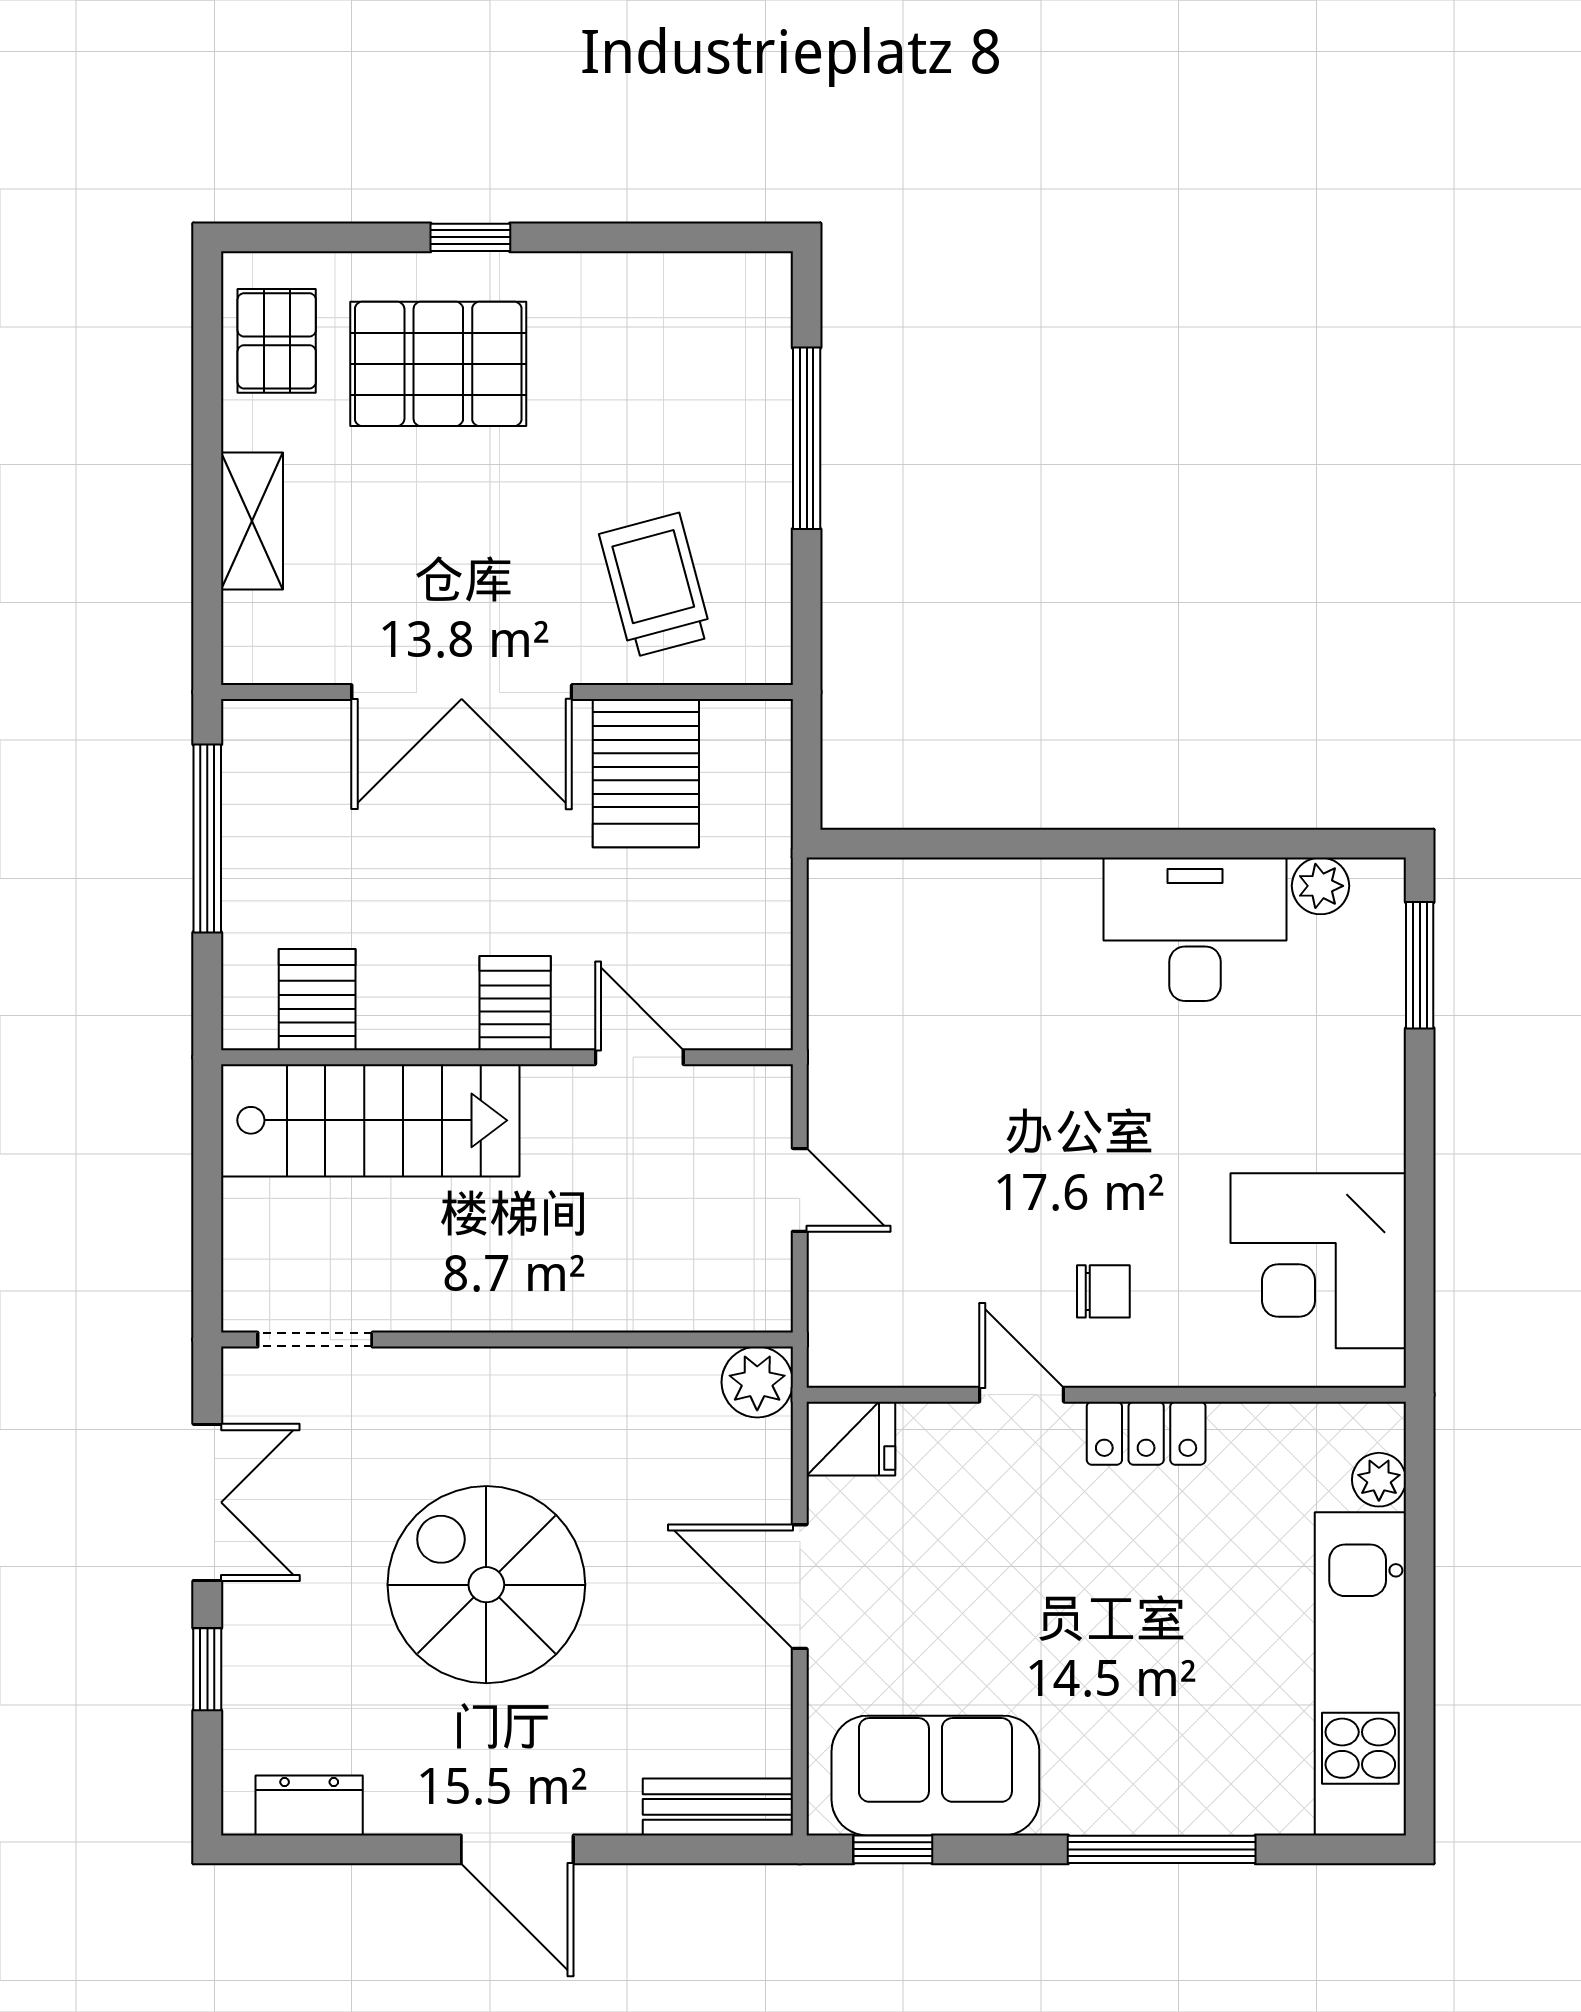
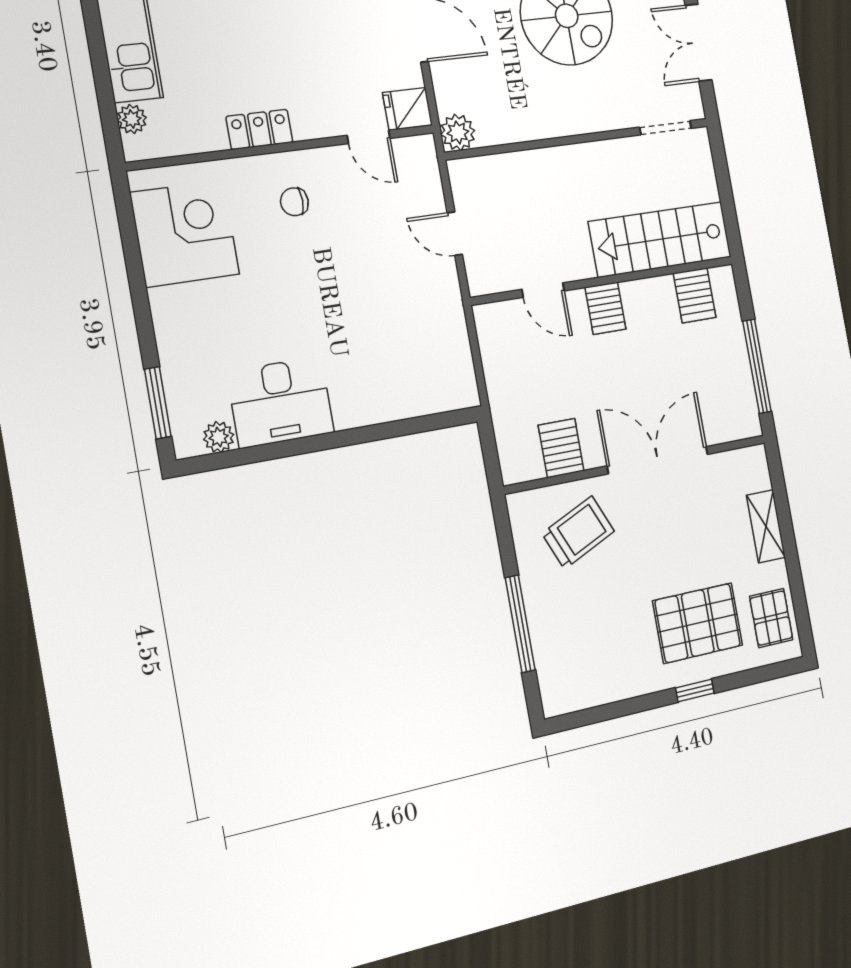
trolley: (656, 585) -> (578, 532), turned -99
server rack: (646, 773) -> (561, 448), width x0.73, depth x0.70
door: (1022, 1395) -> (369, 137), moved

